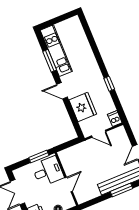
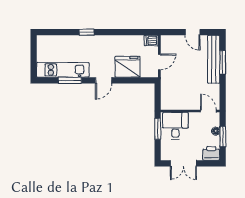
window: (109, 84) -> (87, 32), moved
door: (69, 185) -> (208, 111), moved

